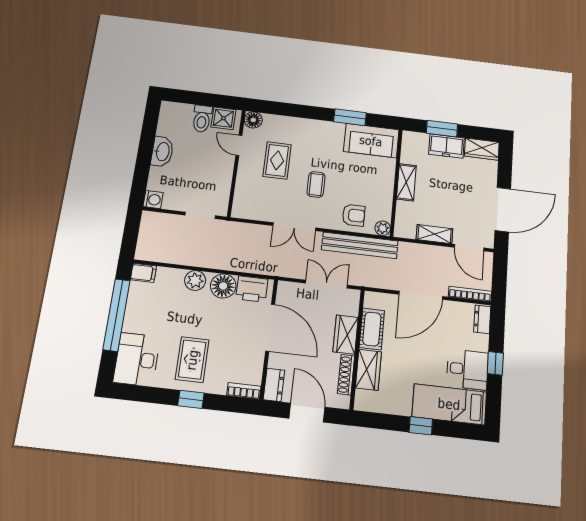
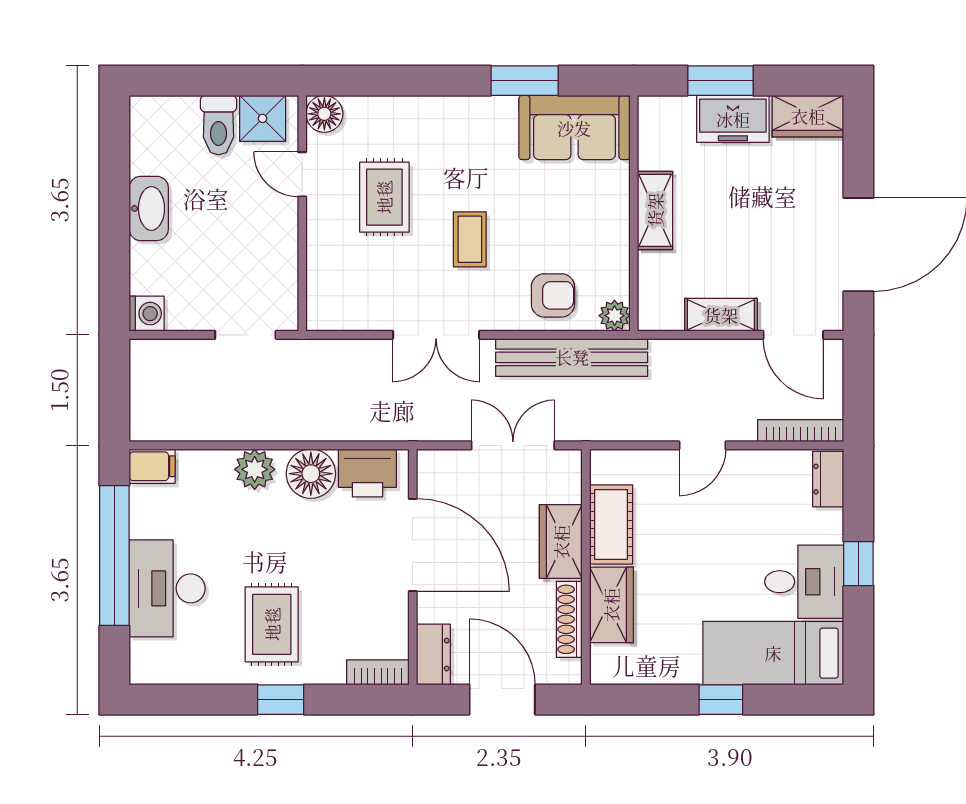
door: (421, 295) -> (702, 445), width x0.53
desk: (137, 359) -> (167, 588), moved

